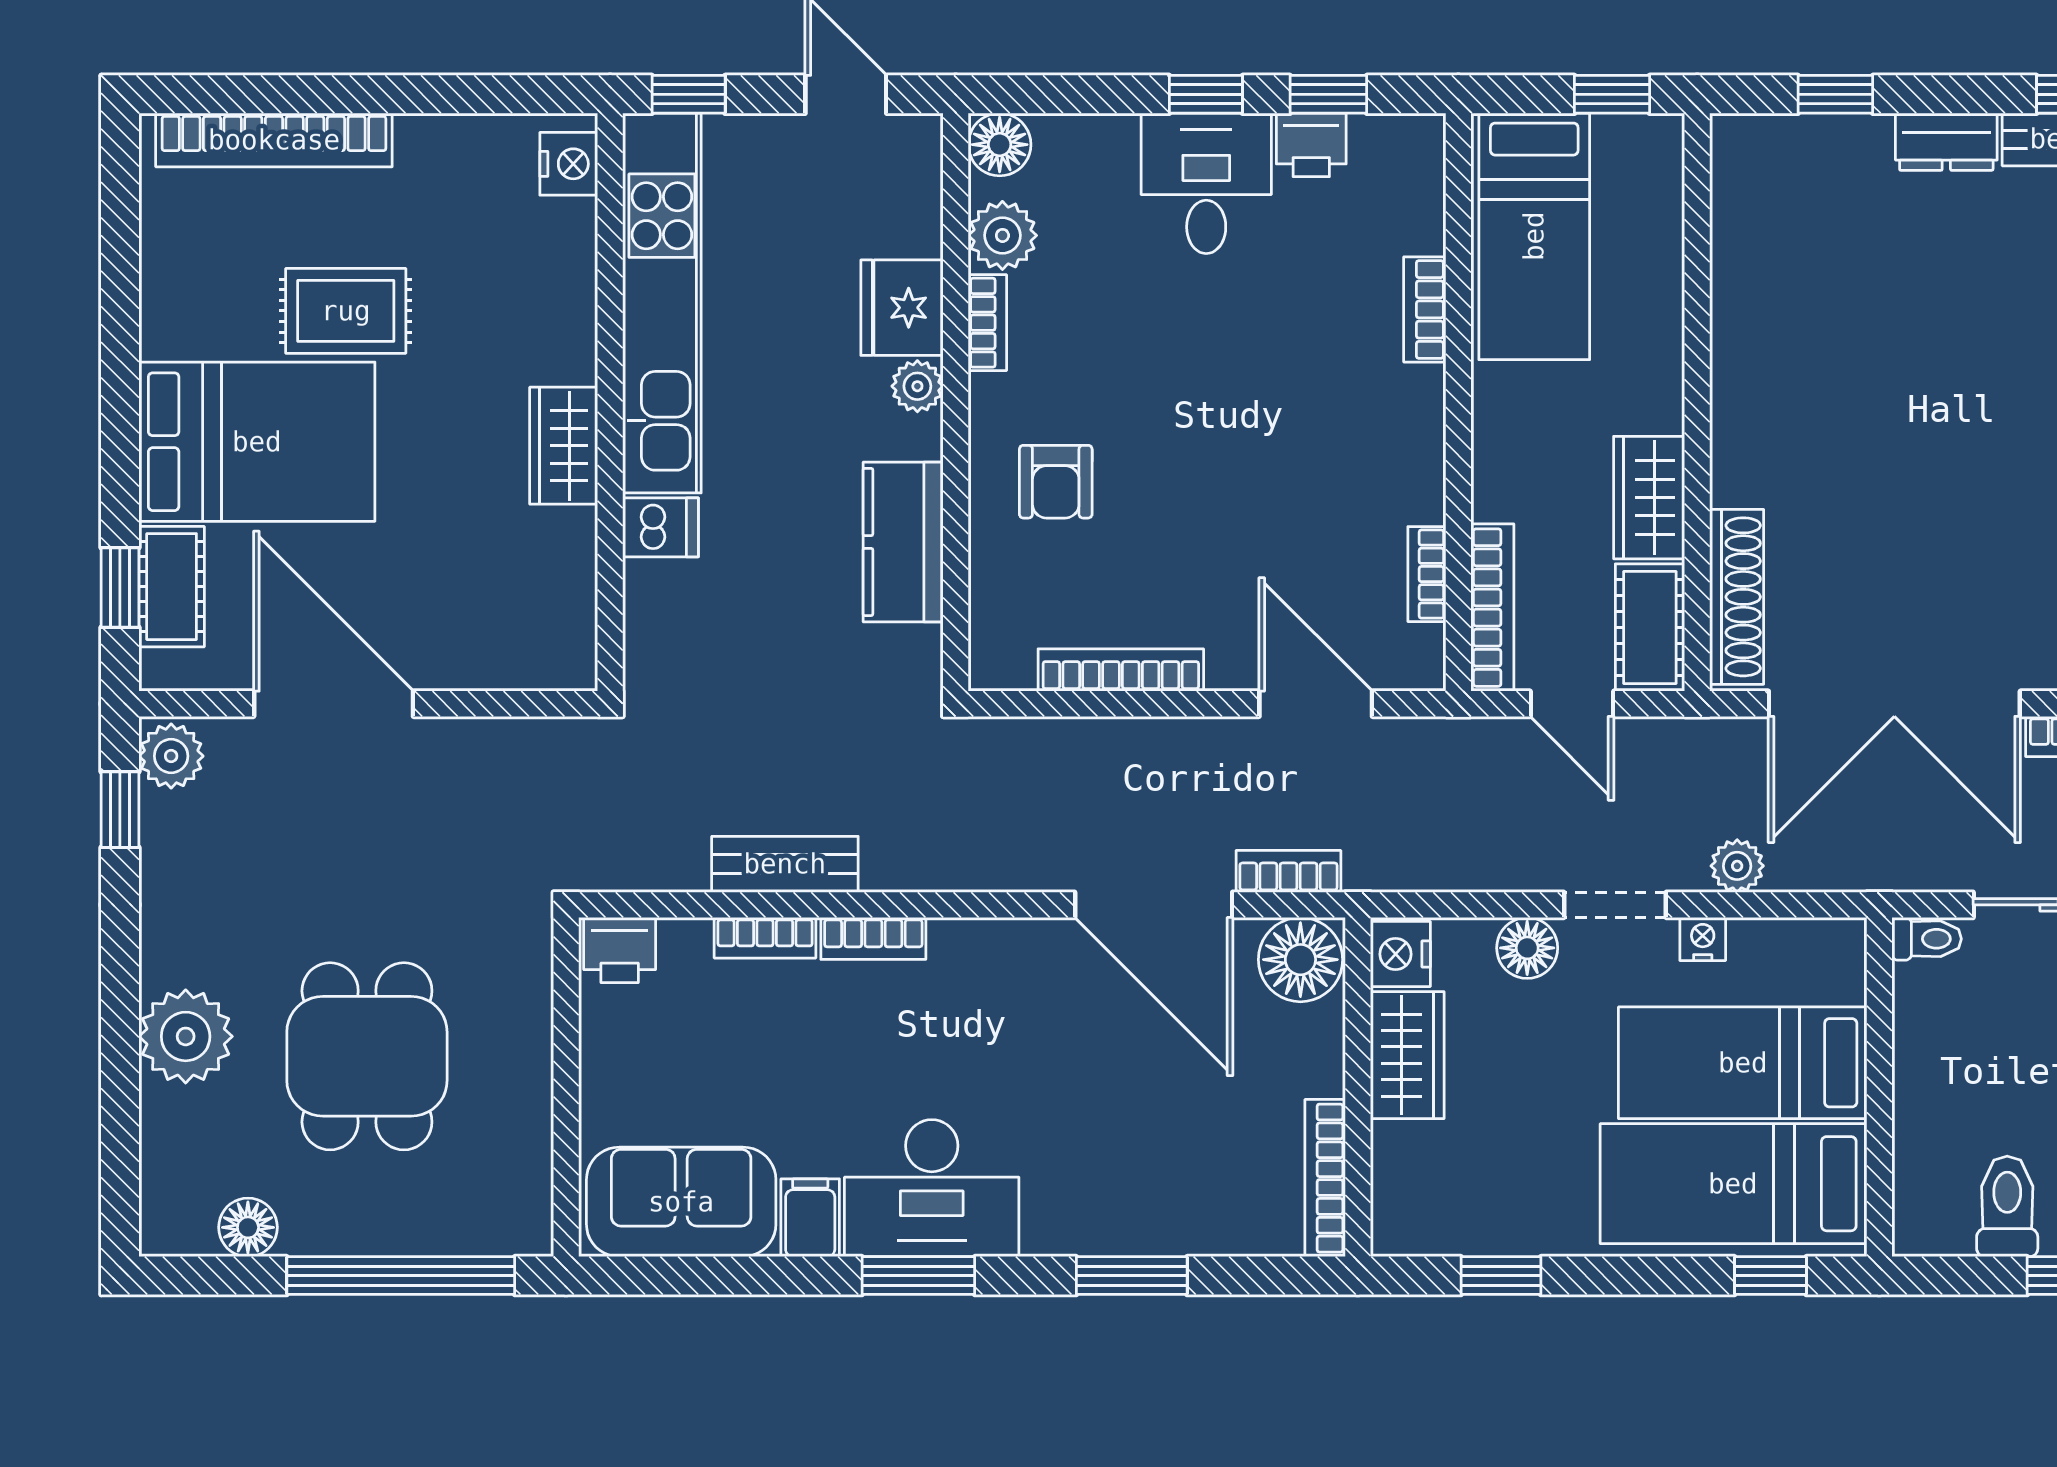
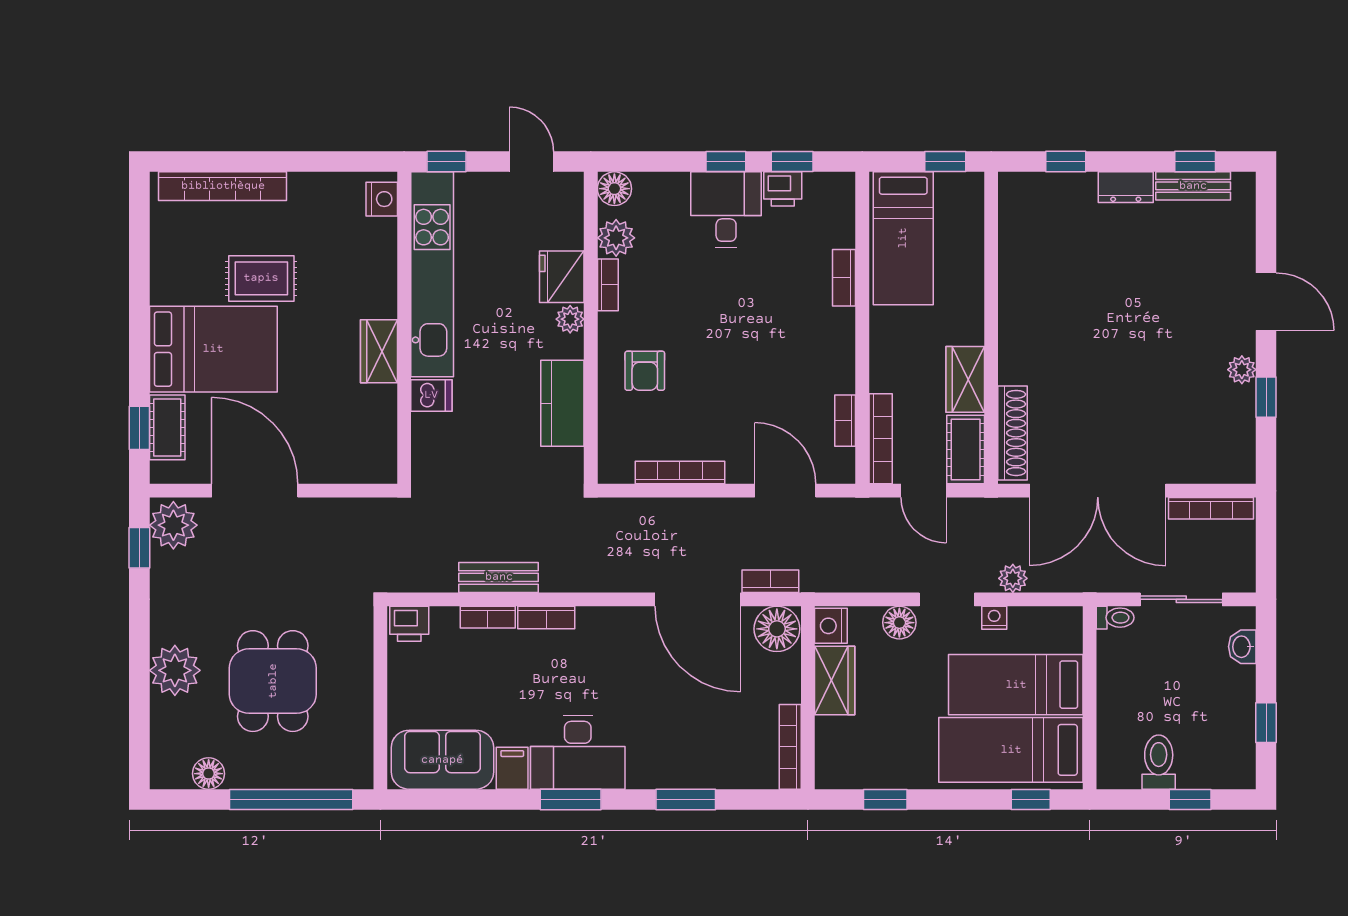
plant: (171, 756) -> (173, 525), width x1.36, depth x1.36

